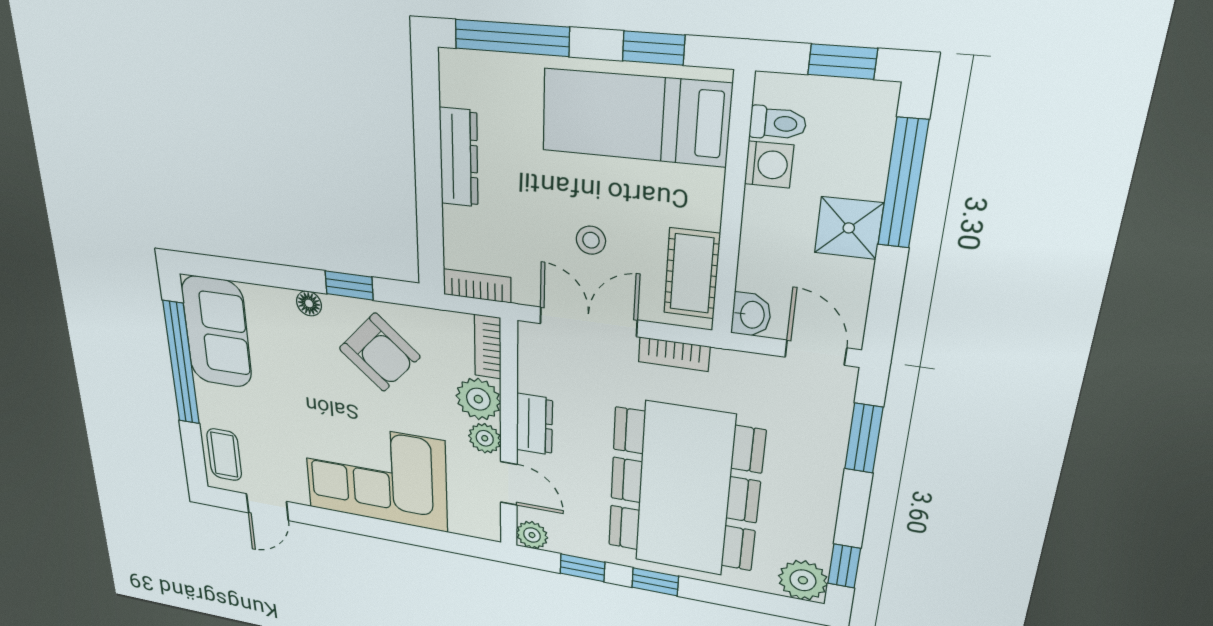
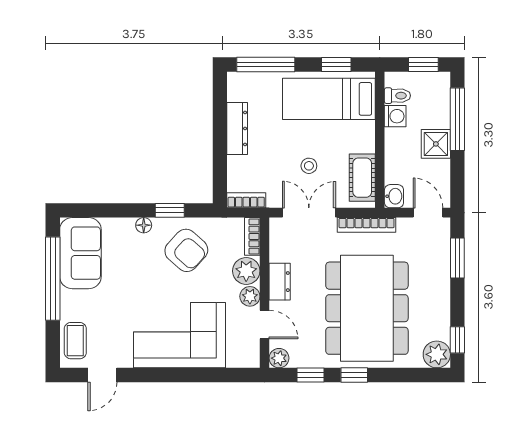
bookcase: (674, 354) -> (367, 225), width x1.56

